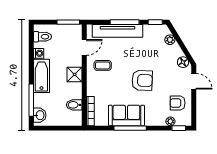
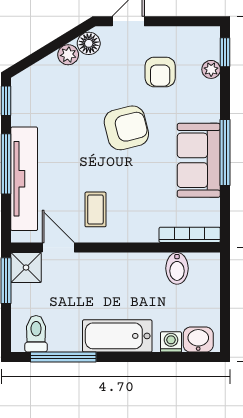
plant: (170, 40) -> (68, 55), moved
washing machine: (39, 53) -> (171, 342), moved
shower: (75, 74) -> (26, 268), moved
armchair: (142, 80) -> (126, 128), turned 74
window: (31, 100) -> (63, 357), moved
armchair: (178, 103) -> (160, 72), moved

